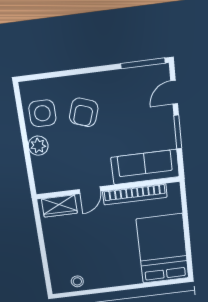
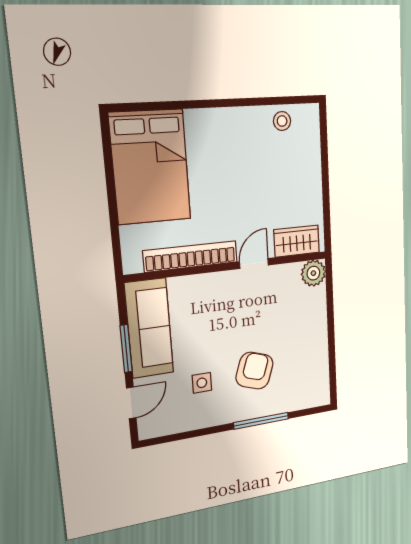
window: (143, 63) -> (261, 421), moved
side table: (42, 113) -> (202, 383), moved, width x0.54, depth x0.54
plant: (38, 146) -> (313, 273), moved
sofa: (145, 167) -> (149, 328), moved, turned -90

